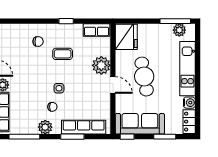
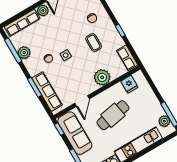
fridge: (126, 37) -> (129, 84), width x0.53, depth x0.75
door: (113, 85) -> (82, 101), moved
plant: (45, 127) -> (24, 53), moved

